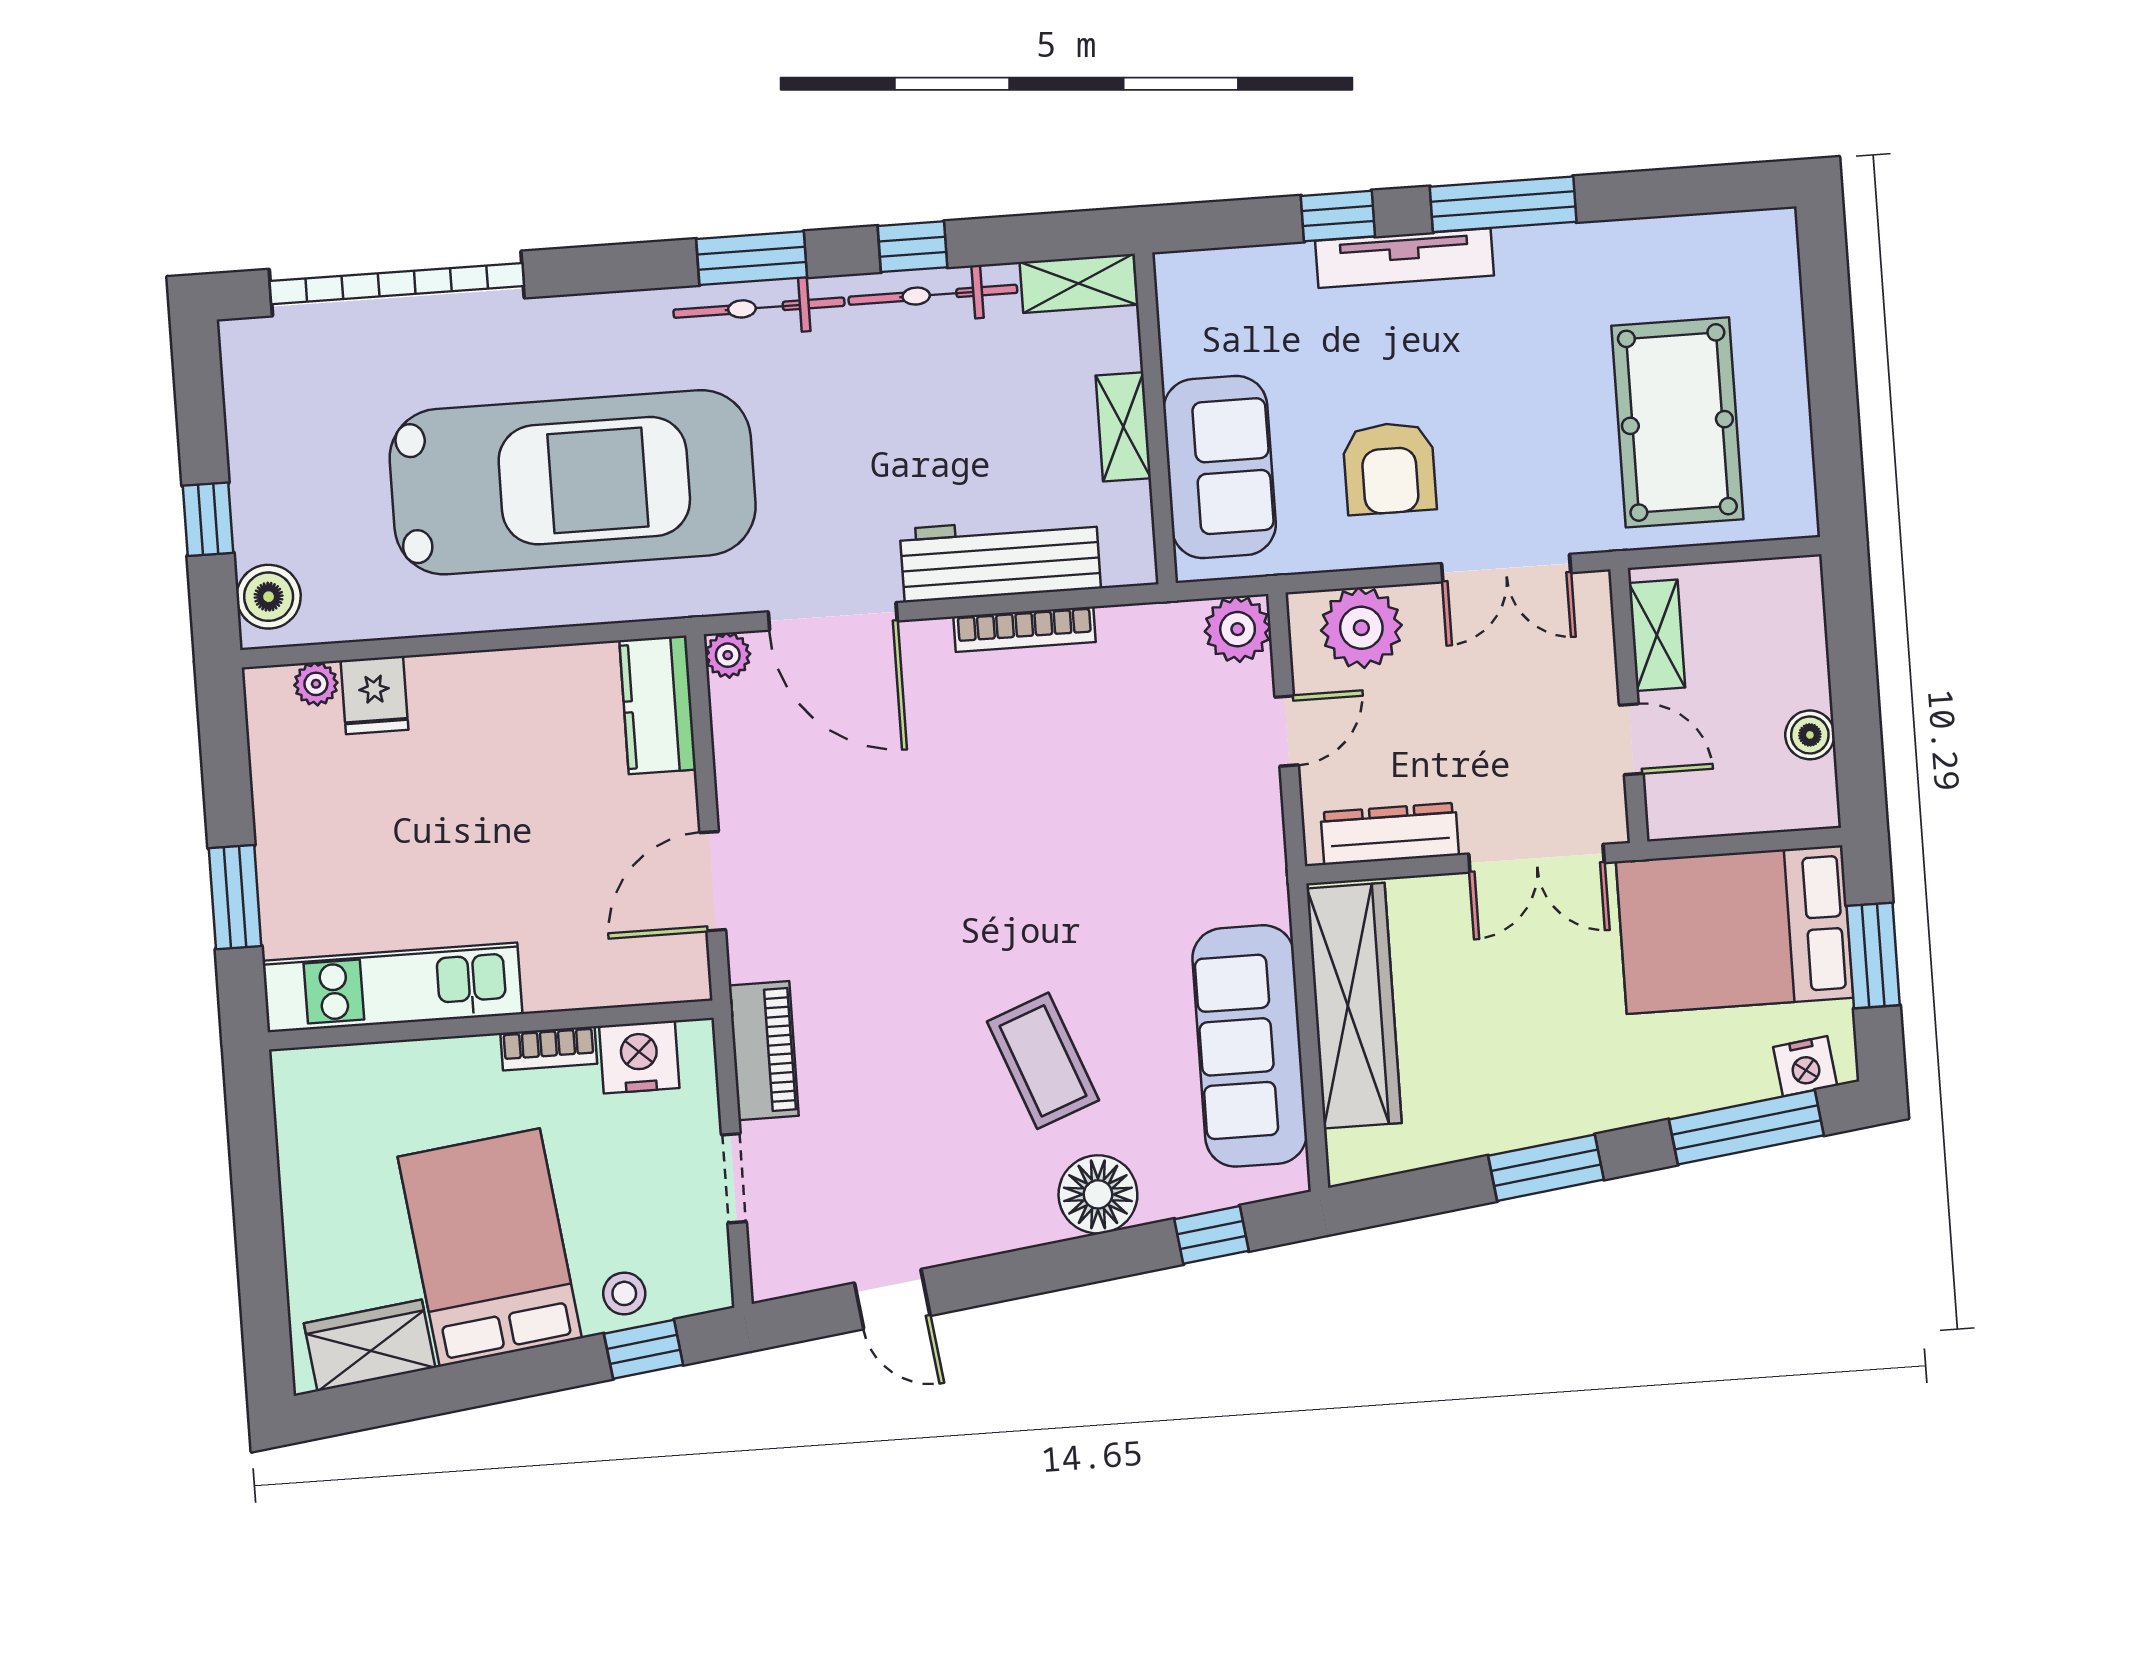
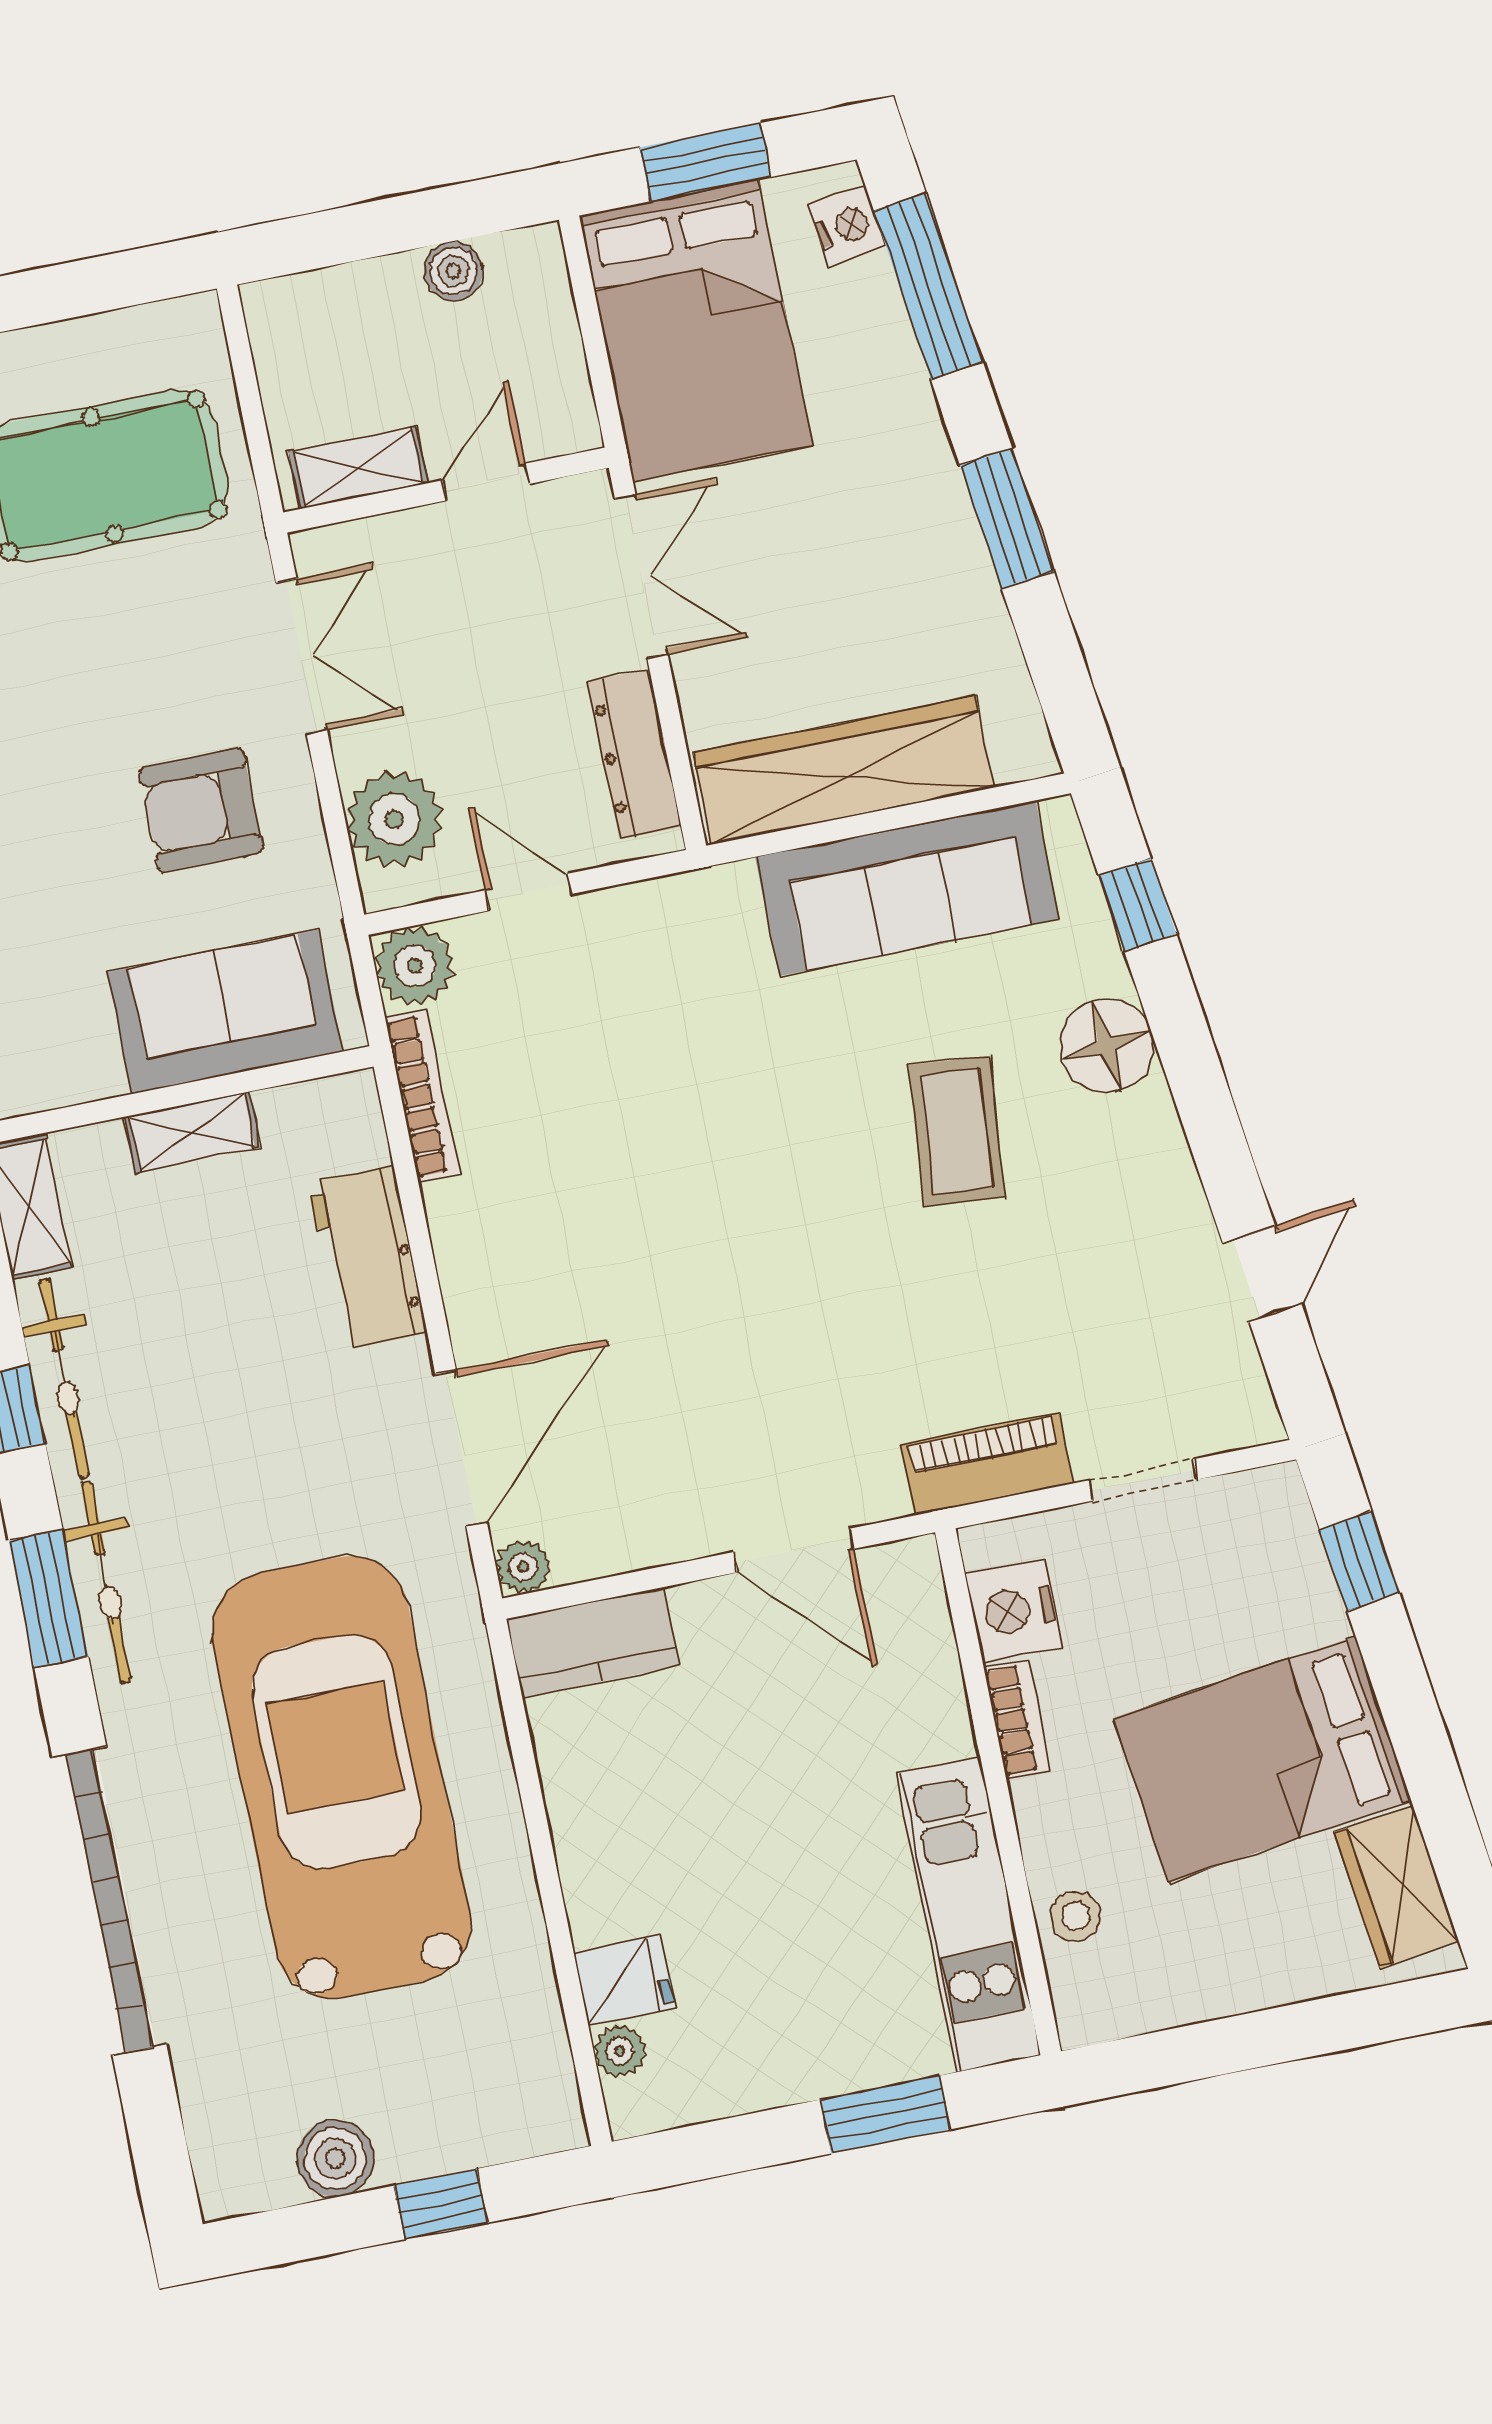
garage door: (397, 284) -> (109, 1901), moved
armchair: (1389, 468) -> (201, 810), turned 180
workbench: (1000, 559) -> (367, 1258), width x0.73
boiler: (269, 597) -> (335, 2158), moved
bookcase: (1025, 629) -> (422, 1096), moved
coffee table: (1043, 1061) -> (957, 1131), turned -64
stool: (624, 1293) -> (1075, 1916), moved

